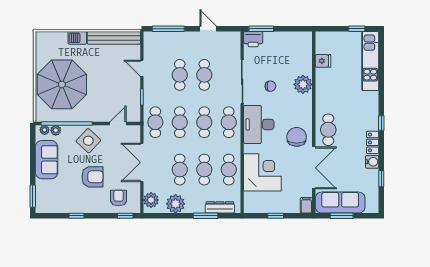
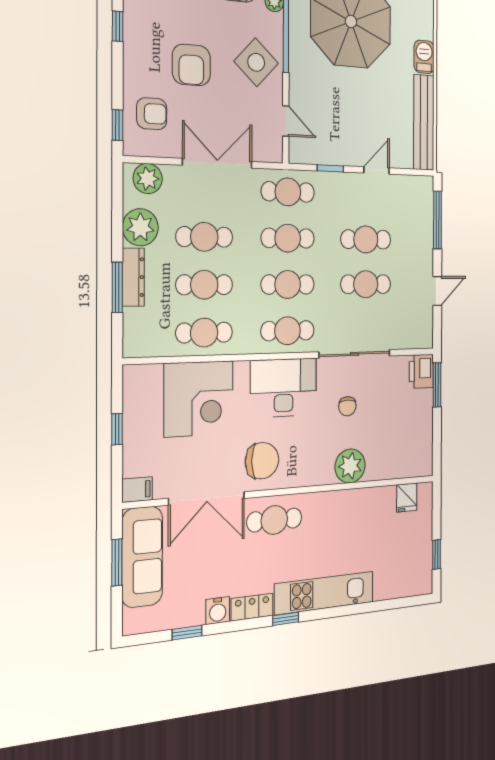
fridge: (323, 61) -> (407, 497), moved
kitchen unit: (370, 61) -> (324, 593), moved
dresser: (220, 207) -> (133, 277), moved

